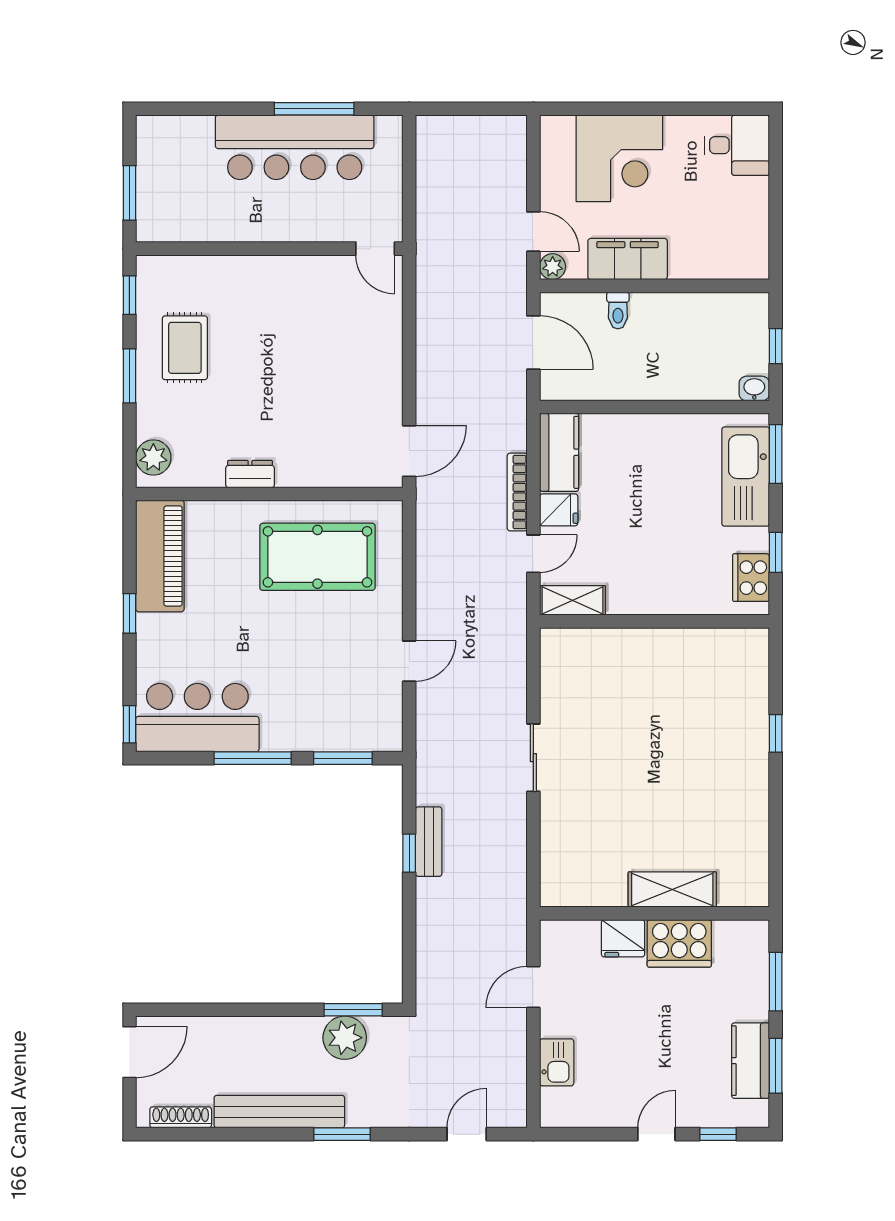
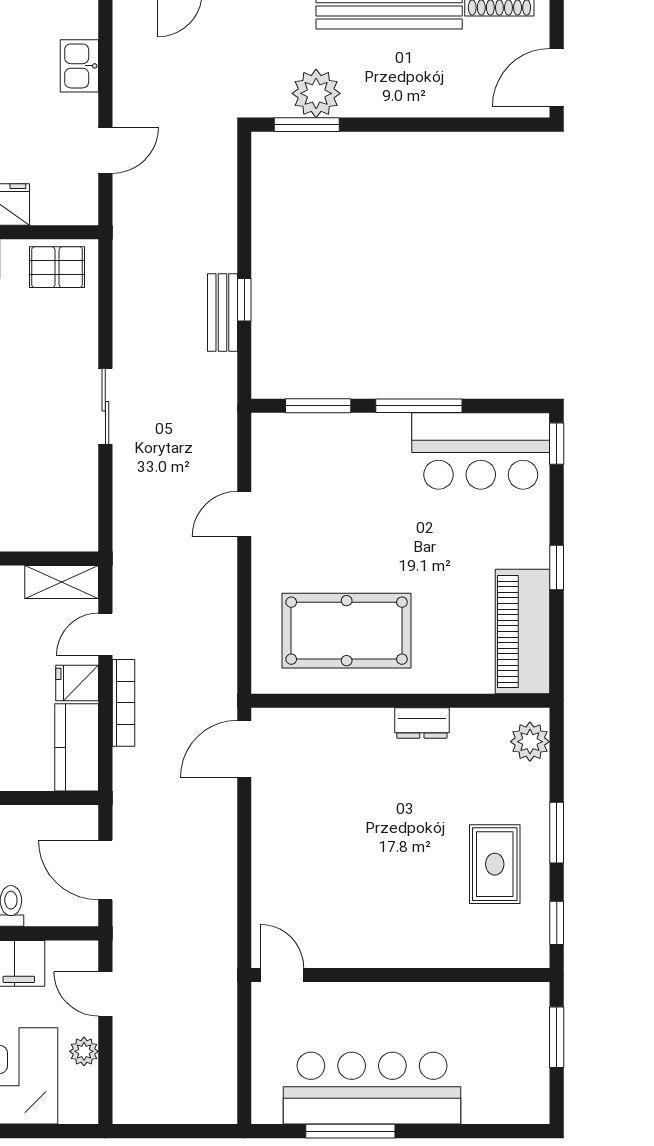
plant: (553, 267) -> (84, 1051), moved
pallet: (577, 882) -> (57, 267), added

